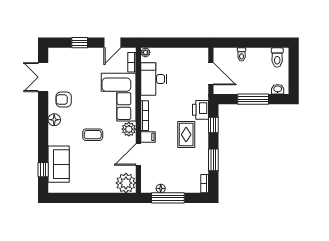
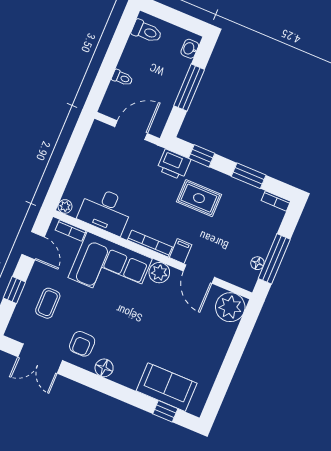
coffee table: (93, 135) -> (48, 303), moved

